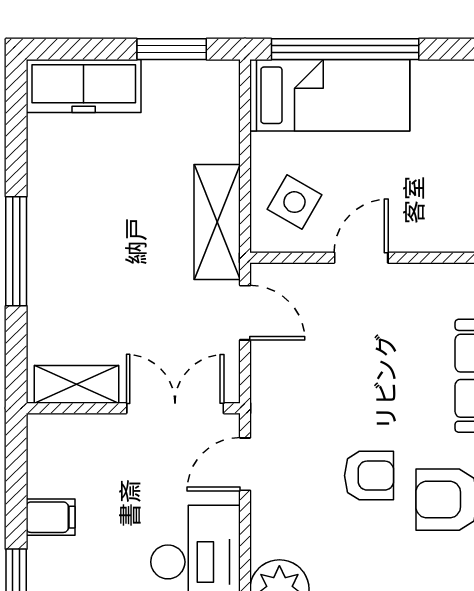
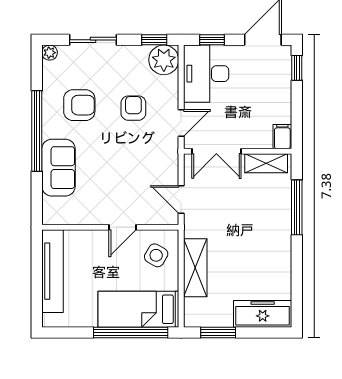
shelving: (217, 222) -> (195, 268), moved
window: (16, 251) -> (297, 207), moved
armchair: (369, 476) -> (133, 108), moved, turned 90
filing cabinet: (51, 517) -> (282, 137), moved, turned 90

